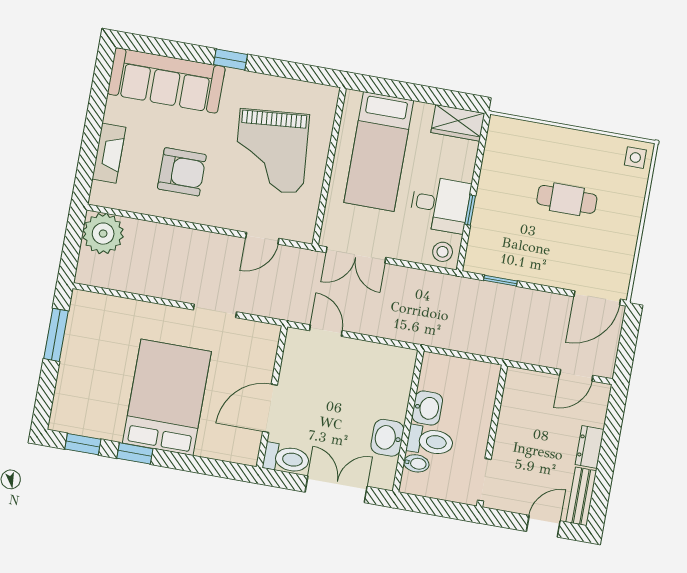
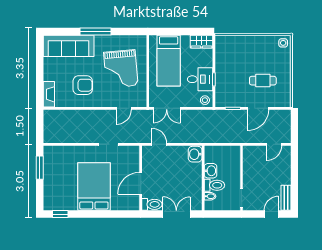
window: (230, 60) -> (95, 31), width x2.17
fireplace: (109, 153) -> (49, 94), moved
cafe table: (567, 199) -> (263, 81), moved
plant: (103, 234) -> (53, 119), removed
door: (597, 298) -> (258, 108), moved
washbasin: (387, 438) -> (195, 154), moved
dresser: (590, 447) -> (286, 175), removed
window: (135, 453) -> (84, 214), removed

